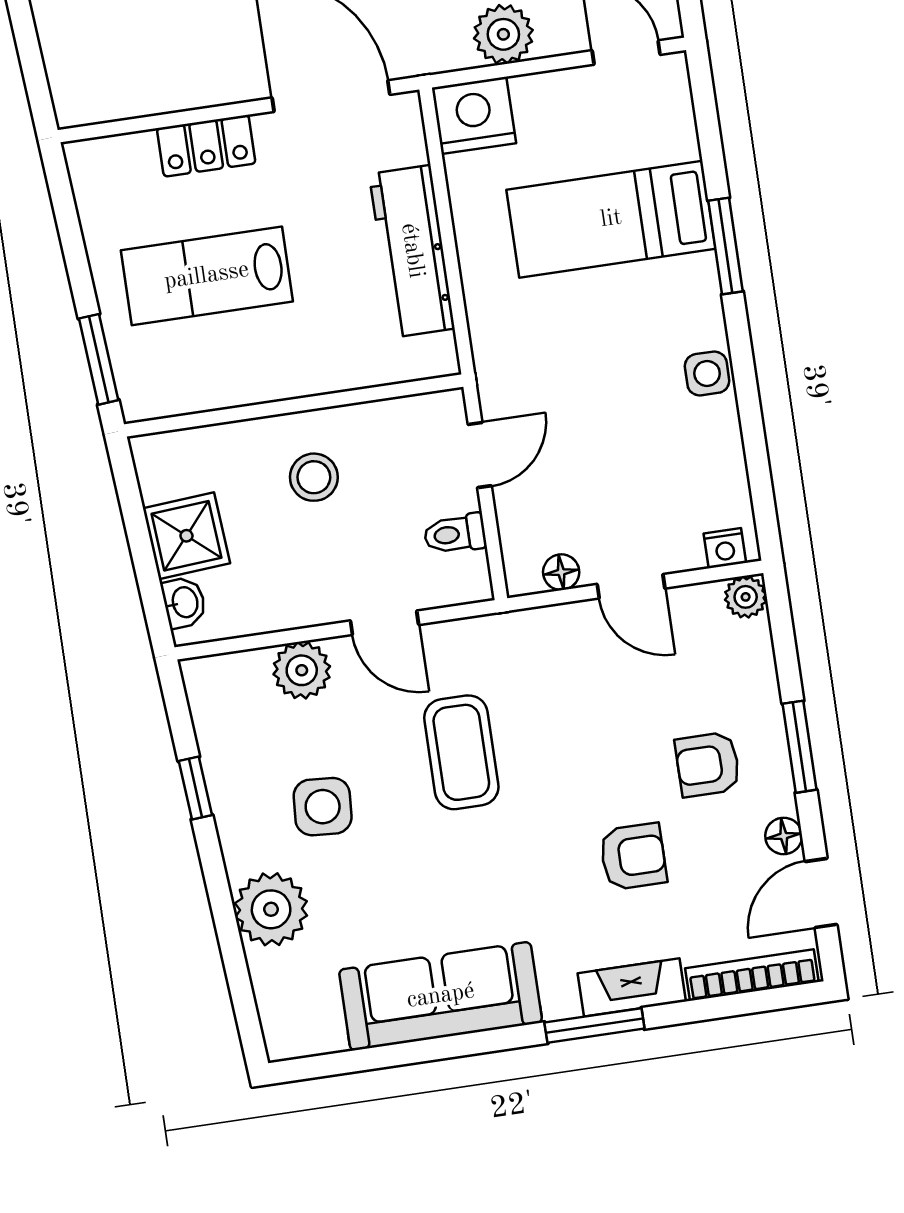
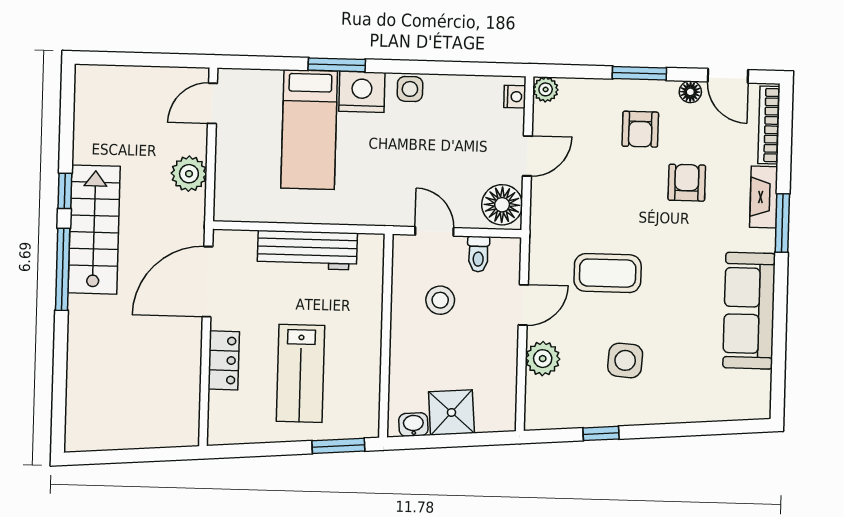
nightstand: (474, 115) -> (362, 92), moved, turned 90
stool: (314, 477) -> (440, 300), moved
floor lamp: (561, 572) -> (502, 205), width x1.89, depth x1.89
washbasin: (184, 602) -> (413, 425), moved
plant: (271, 909) -> (680, 401), removed

